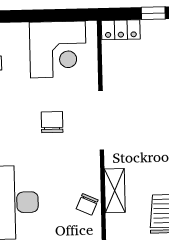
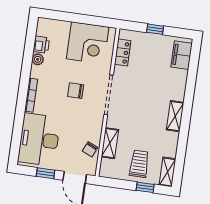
locker: (121, 30) -> (123, 52), moved, turned -90
chair: (52, 122) -> (76, 91), turned -90

